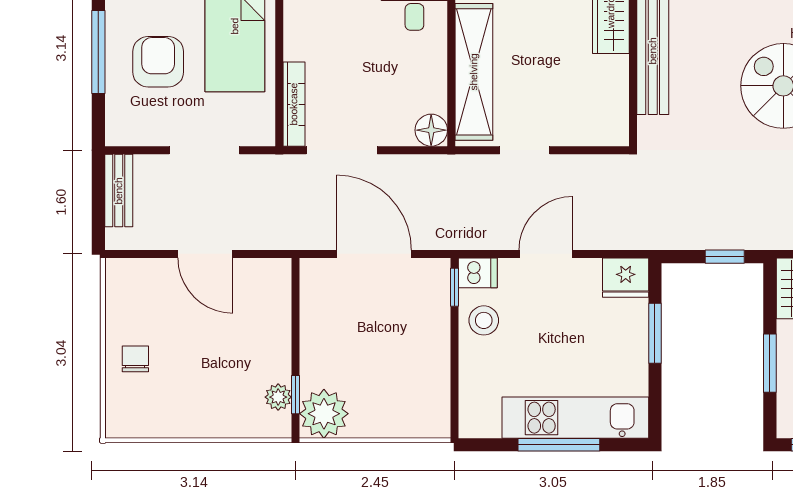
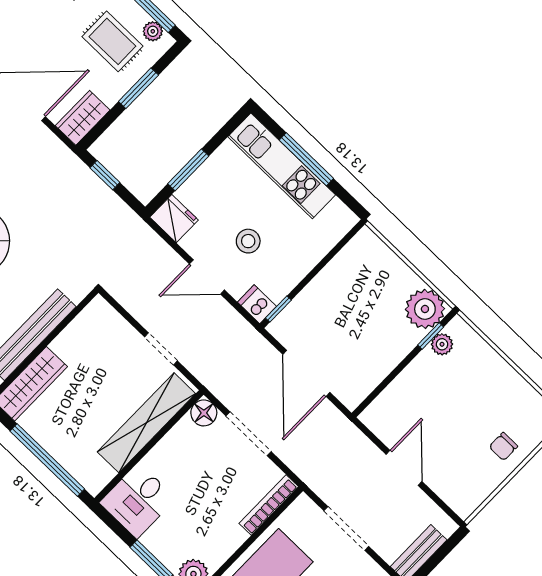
doorway: (342, 150) -> (248, 434), moved
stool: (484, 320) -> (248, 241), moved

